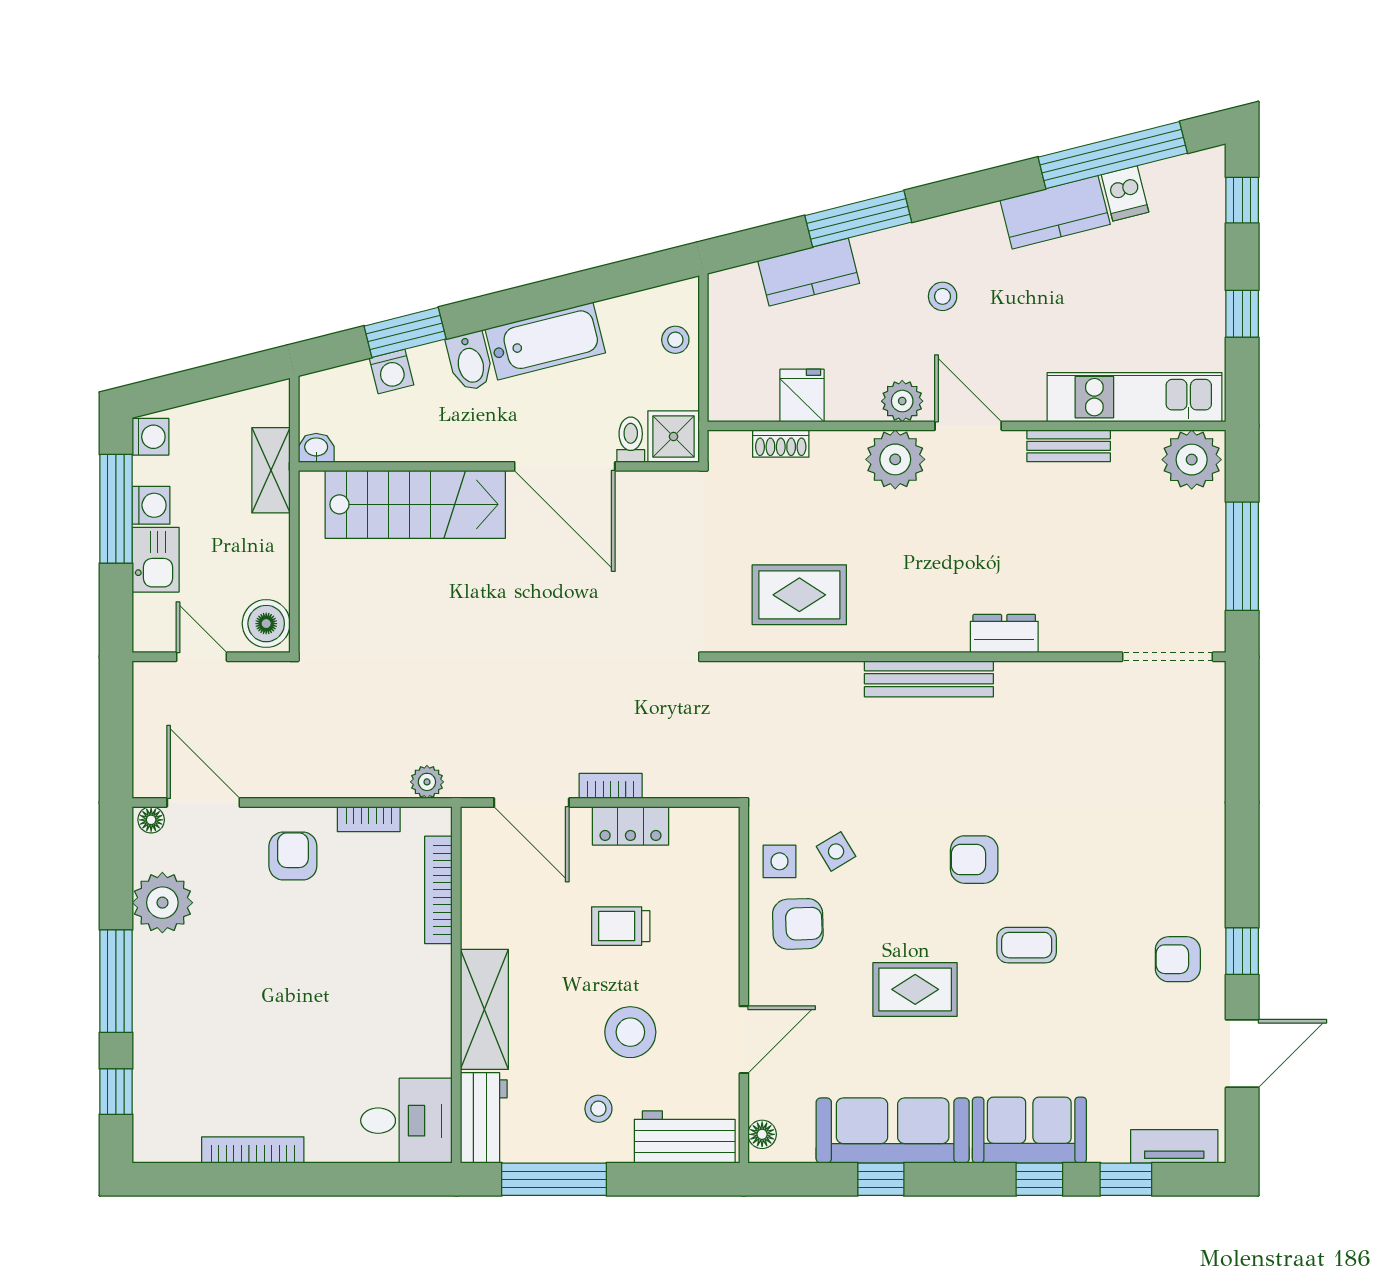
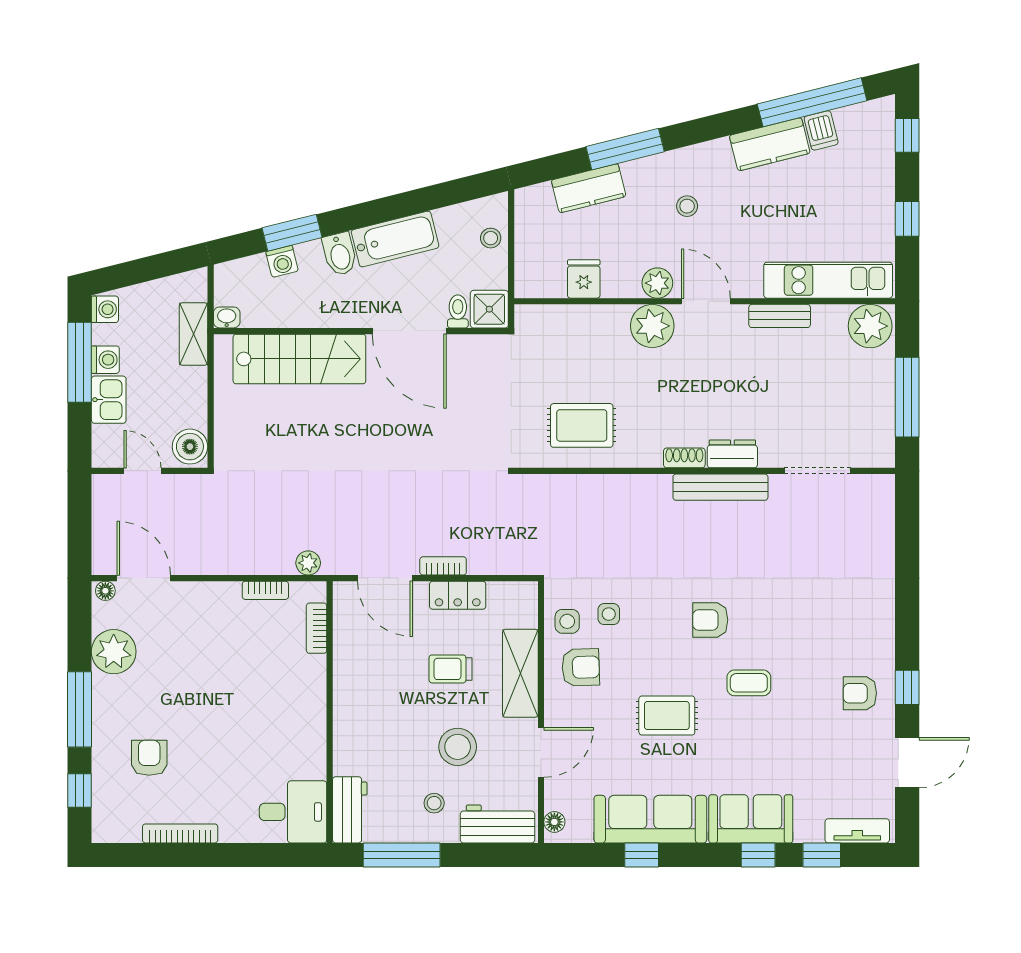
shoe rack: (781, 444) -> (684, 458), moved, turned 180
doorway: (1168, 657) -> (817, 471), moved
bench: (929, 679) -> (720, 487), moved
side table: (836, 851) -> (609, 614), turned 31
armchair: (293, 856) -> (149, 758), moved
bookcase: (438, 890) -> (317, 628), width x0.64
shelving: (484, 1009) -> (520, 673), moved

